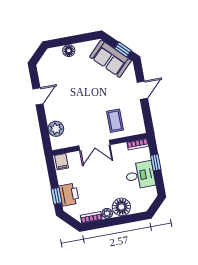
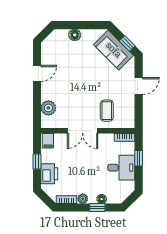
window: (56, 196) -> (37, 161), moved
floor lamp: (121, 207) -> (102, 199), width x0.53, depth x0.53
window: (124, 220) -> (97, 208), added

